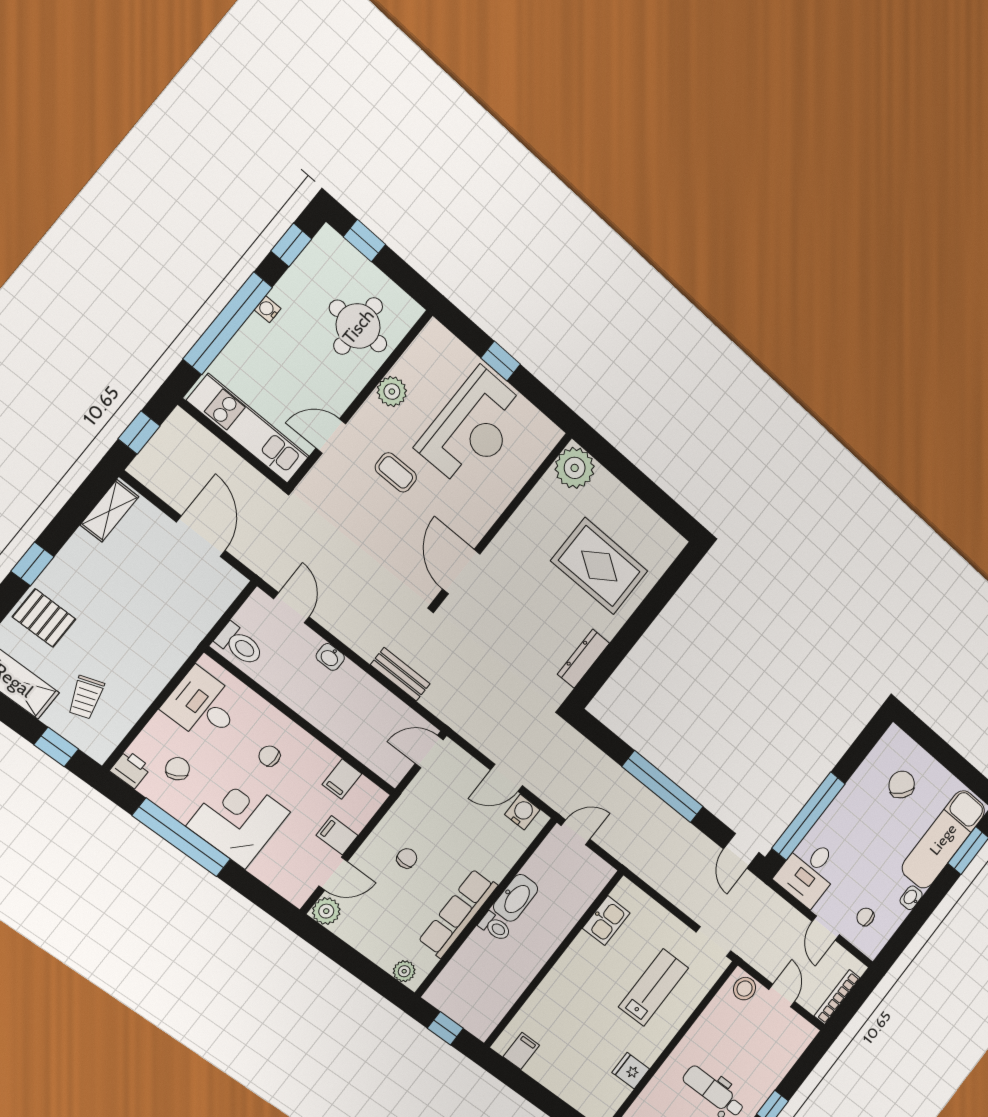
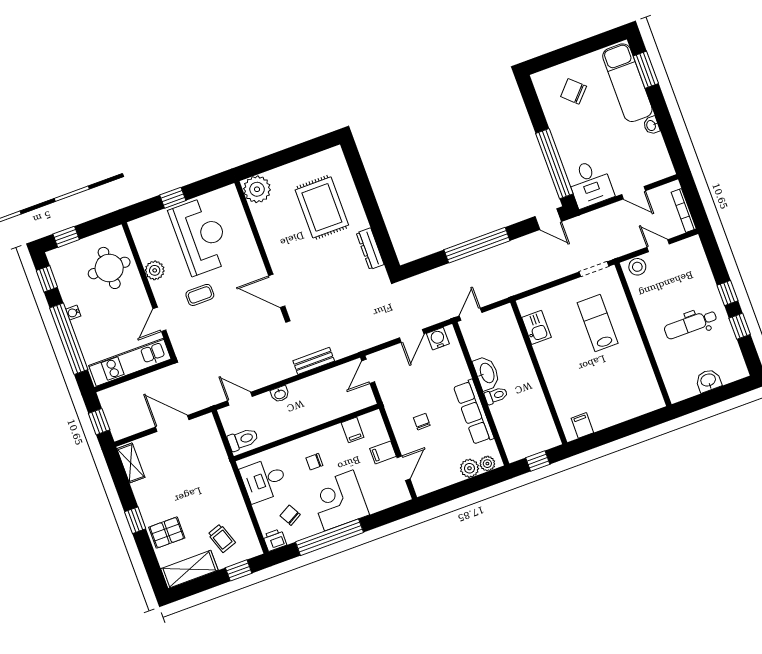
rug: (599, 566) -> (322, 207), turned 90
plant: (326, 911) -> (469, 468), moved
chair: (865, 917) -> (644, 163), removed
fridge: (631, 1071) -> (641, 368), removed

